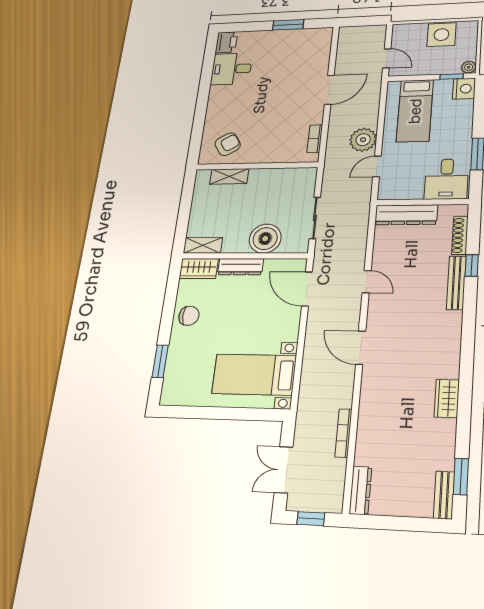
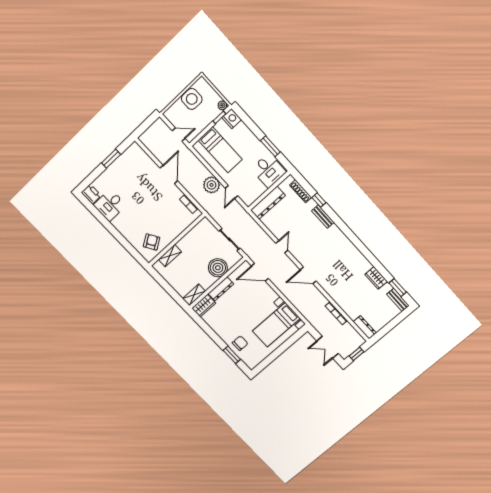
door: (367, 282) -> (282, 247), hinge flipped
bench: (456, 283) -> (323, 217), width x0.73
chair: (189, 316) -> (240, 343), moved
wardrobe: (447, 398) -> (376, 278), moved

